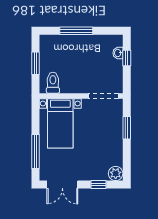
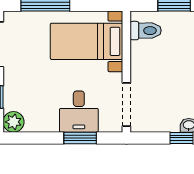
desk: (109, 129) -> (79, 112), added

